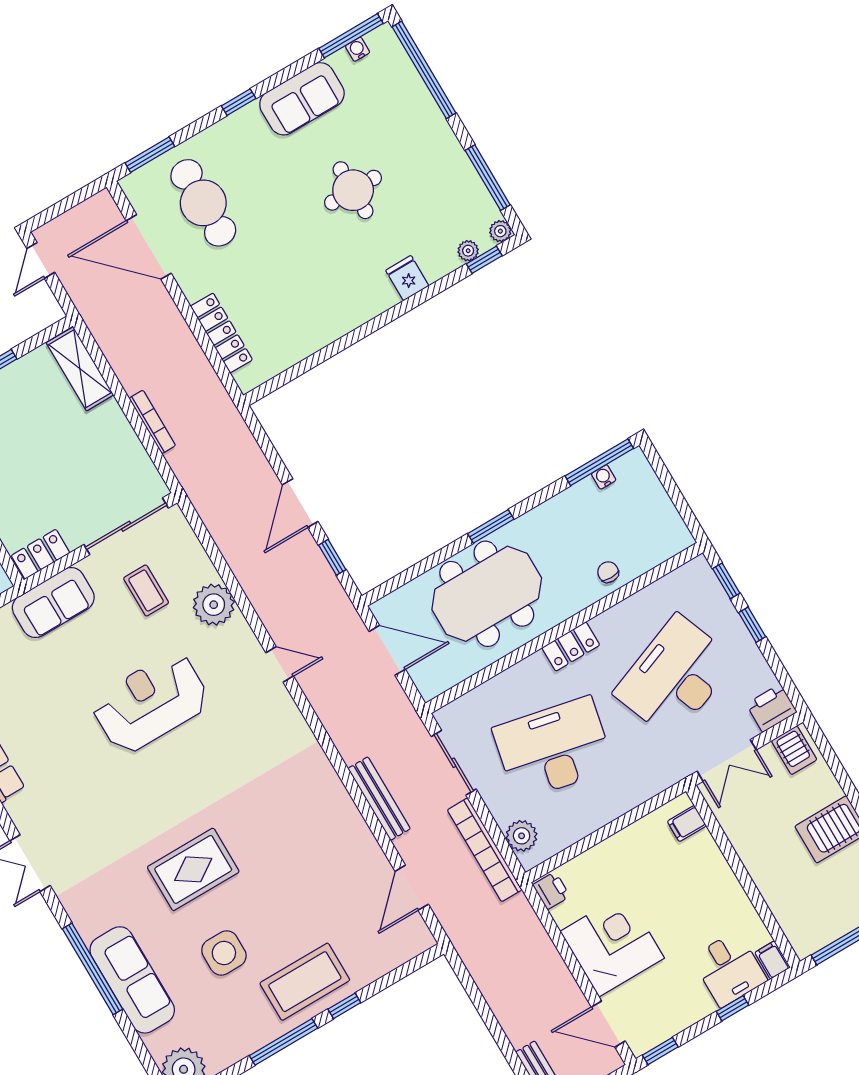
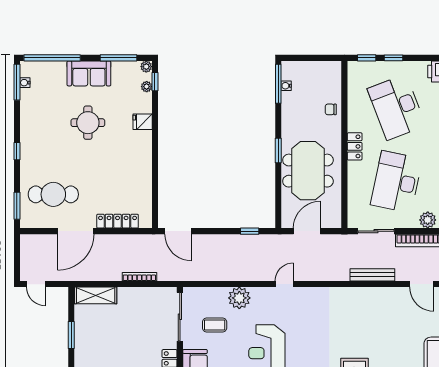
sofa: (302, 99) -> (89, 73), moved, turned 90
door: (149, 247) -> (76, 231), moved
door: (300, 503) -> (178, 231), moved

